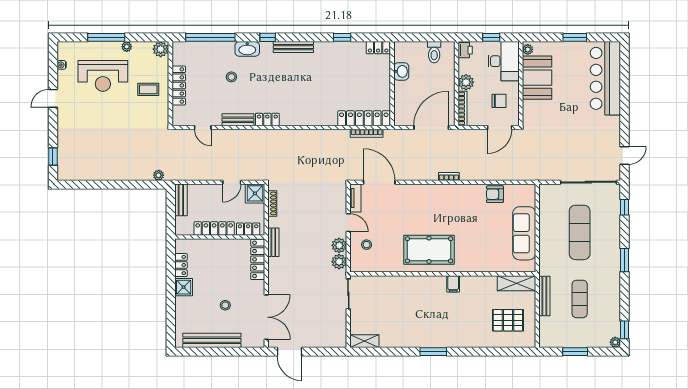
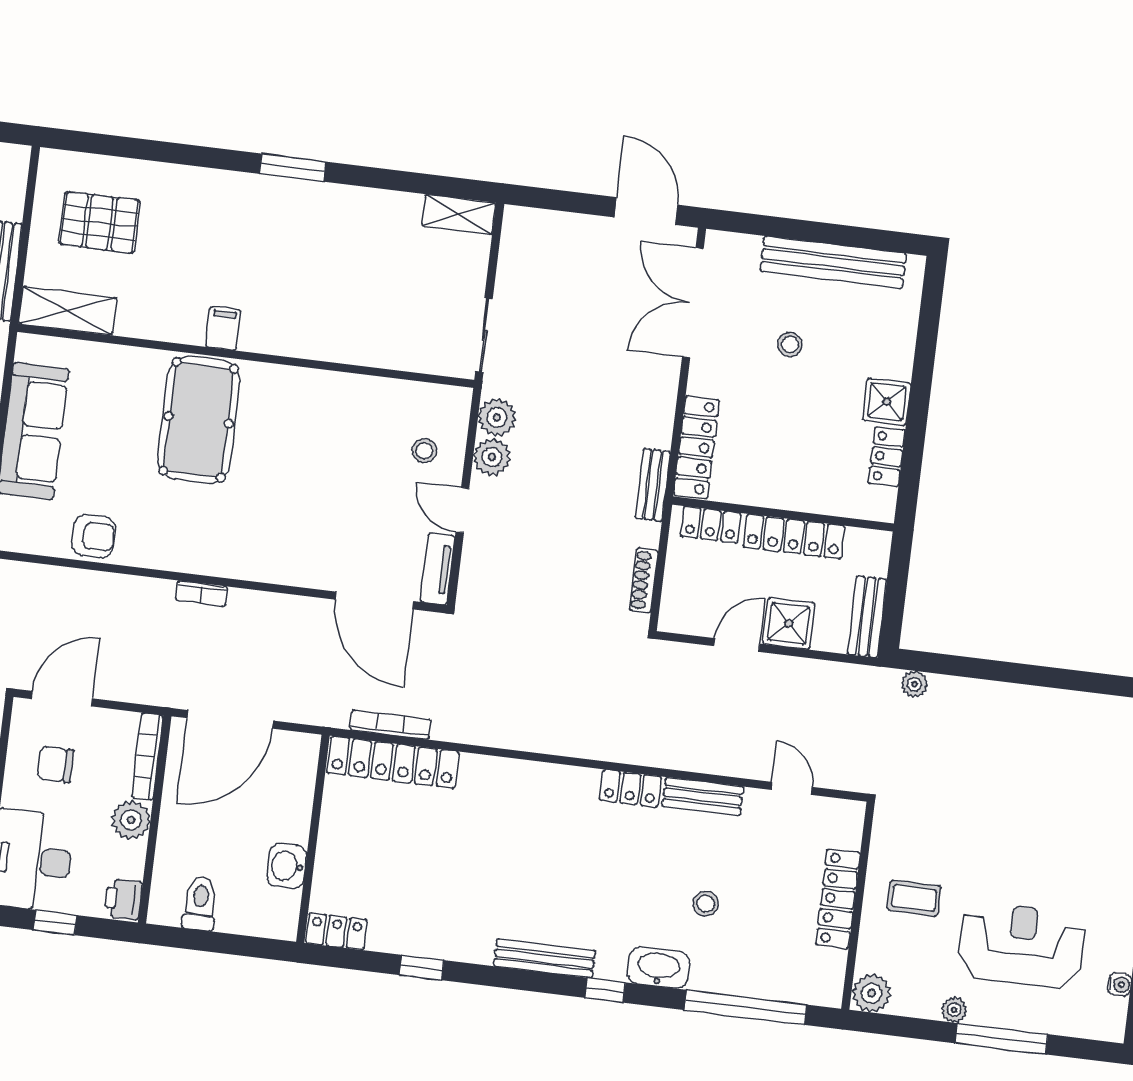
shower: (255, 193) -> (789, 623), moved
pool table: (429, 250) -> (199, 420), moved, turned 90

